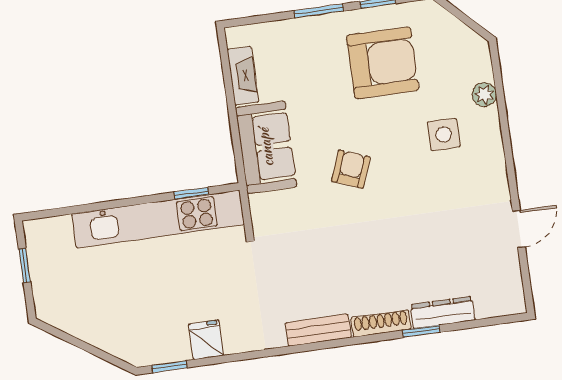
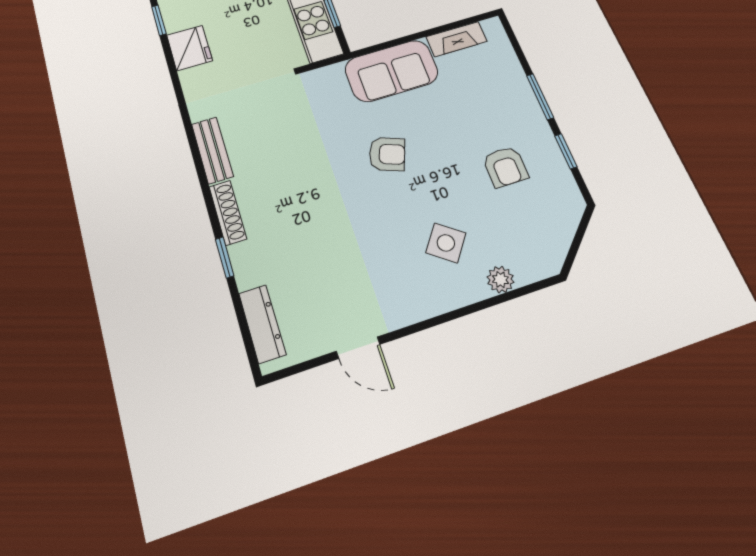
armchair: (383, 63) -> (505, 167), width x0.53, depth x0.53
side table: (444, 134) -> (446, 243), turned 37
dresser: (443, 312) -> (262, 324), moved
fridge: (206, 340) -> (190, 48), width x1.38

